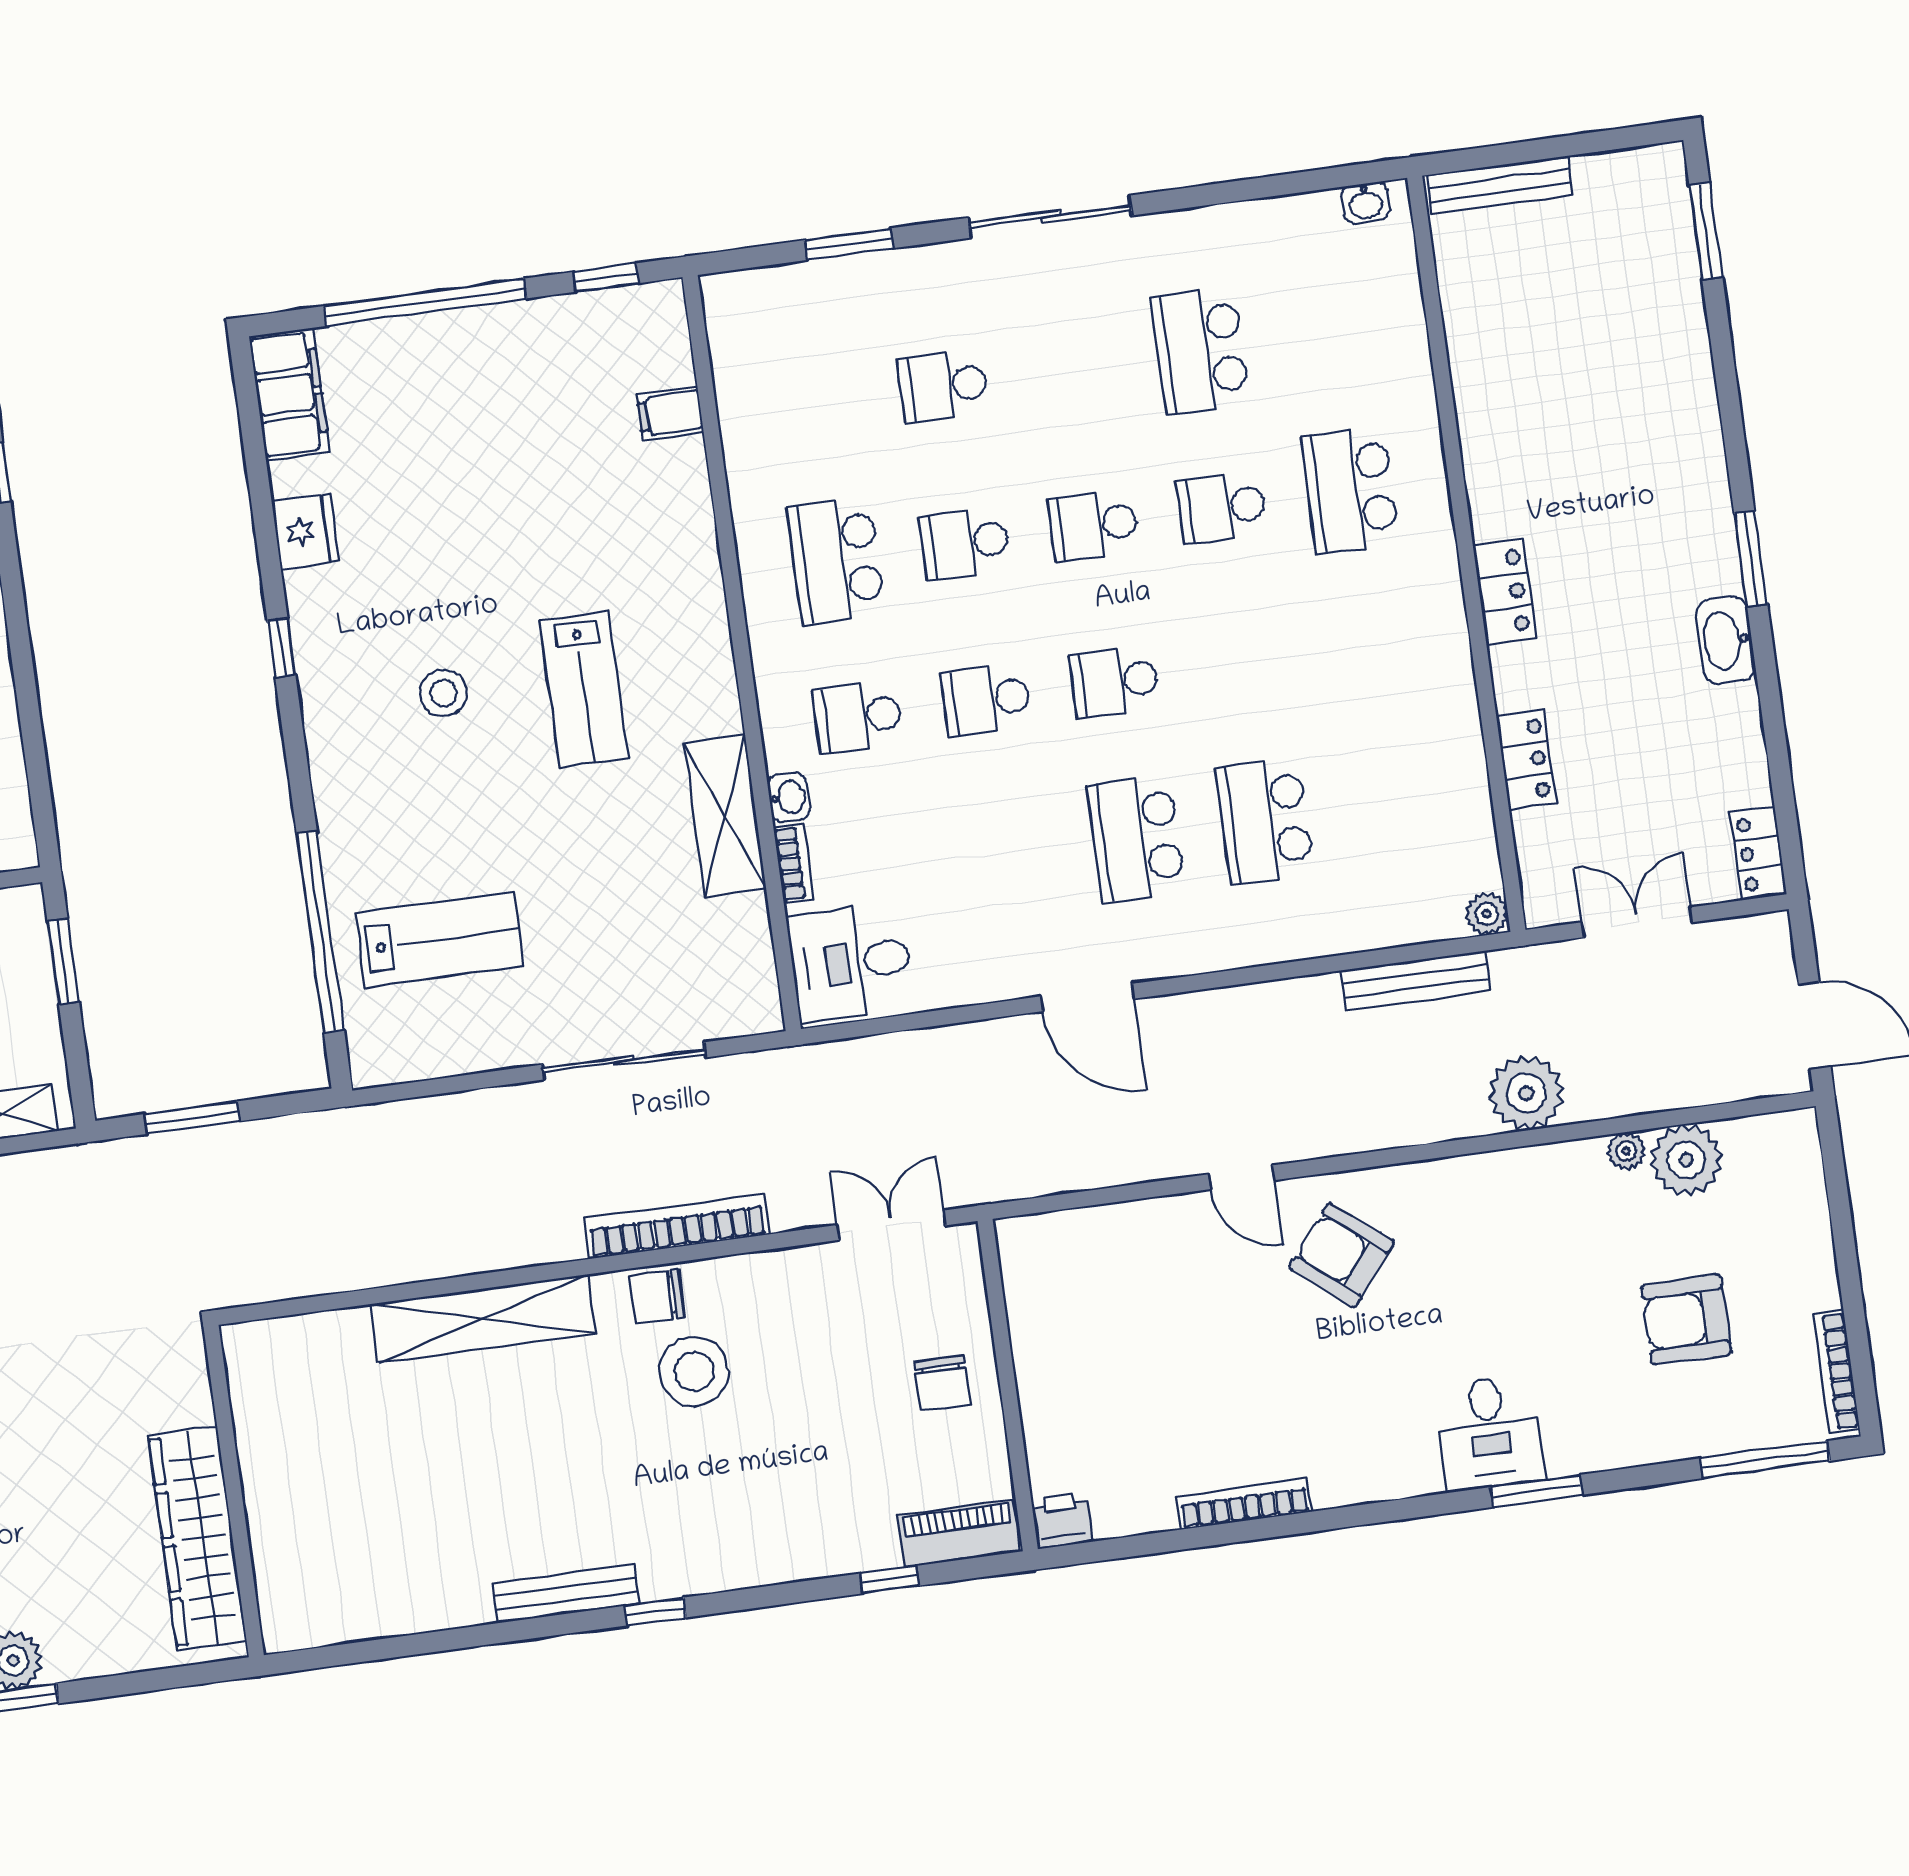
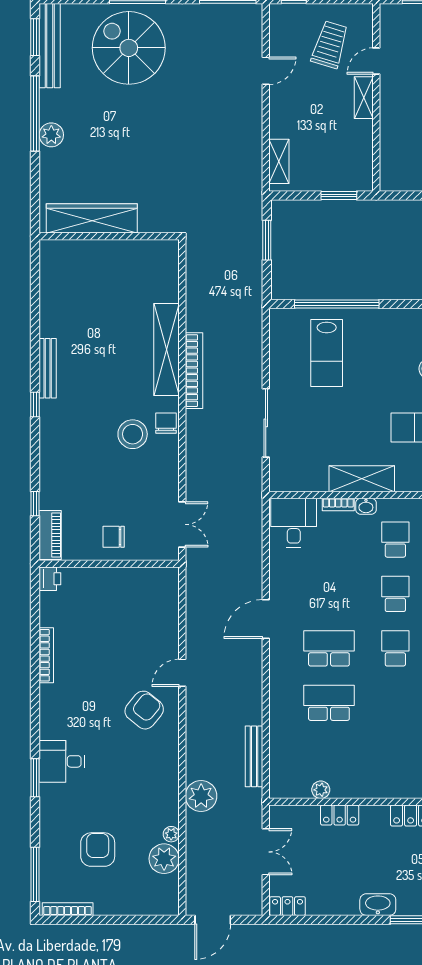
plant: (1487, 914) -> (321, 790), moved
bookcase: (677, 1226) -> (194, 371), moved

